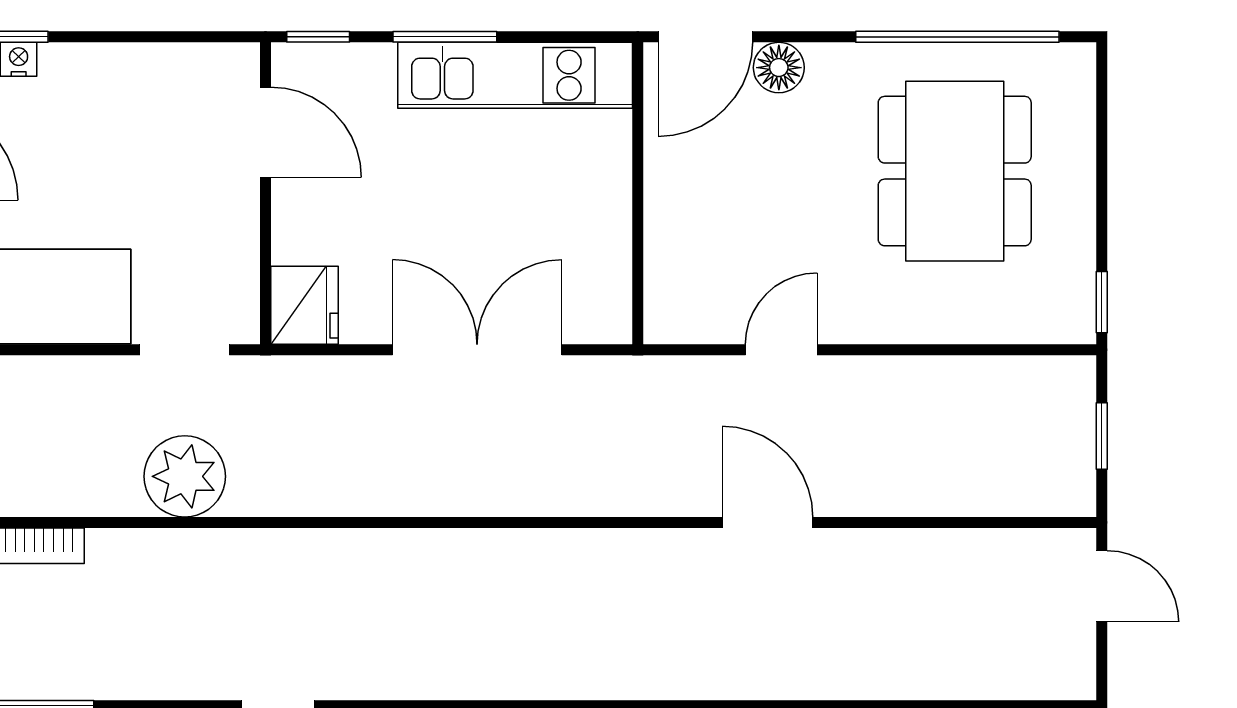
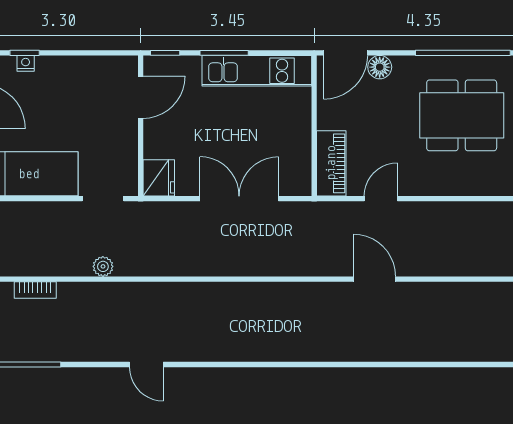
door: (265, 132) -> (141, 97), hinge flipped
dining table: (955, 171) -> (462, 115), turned 90
piano: (675, 274) -> (331, 163), added
plant: (185, 476) -> (103, 266), width x0.53, depth x0.53

